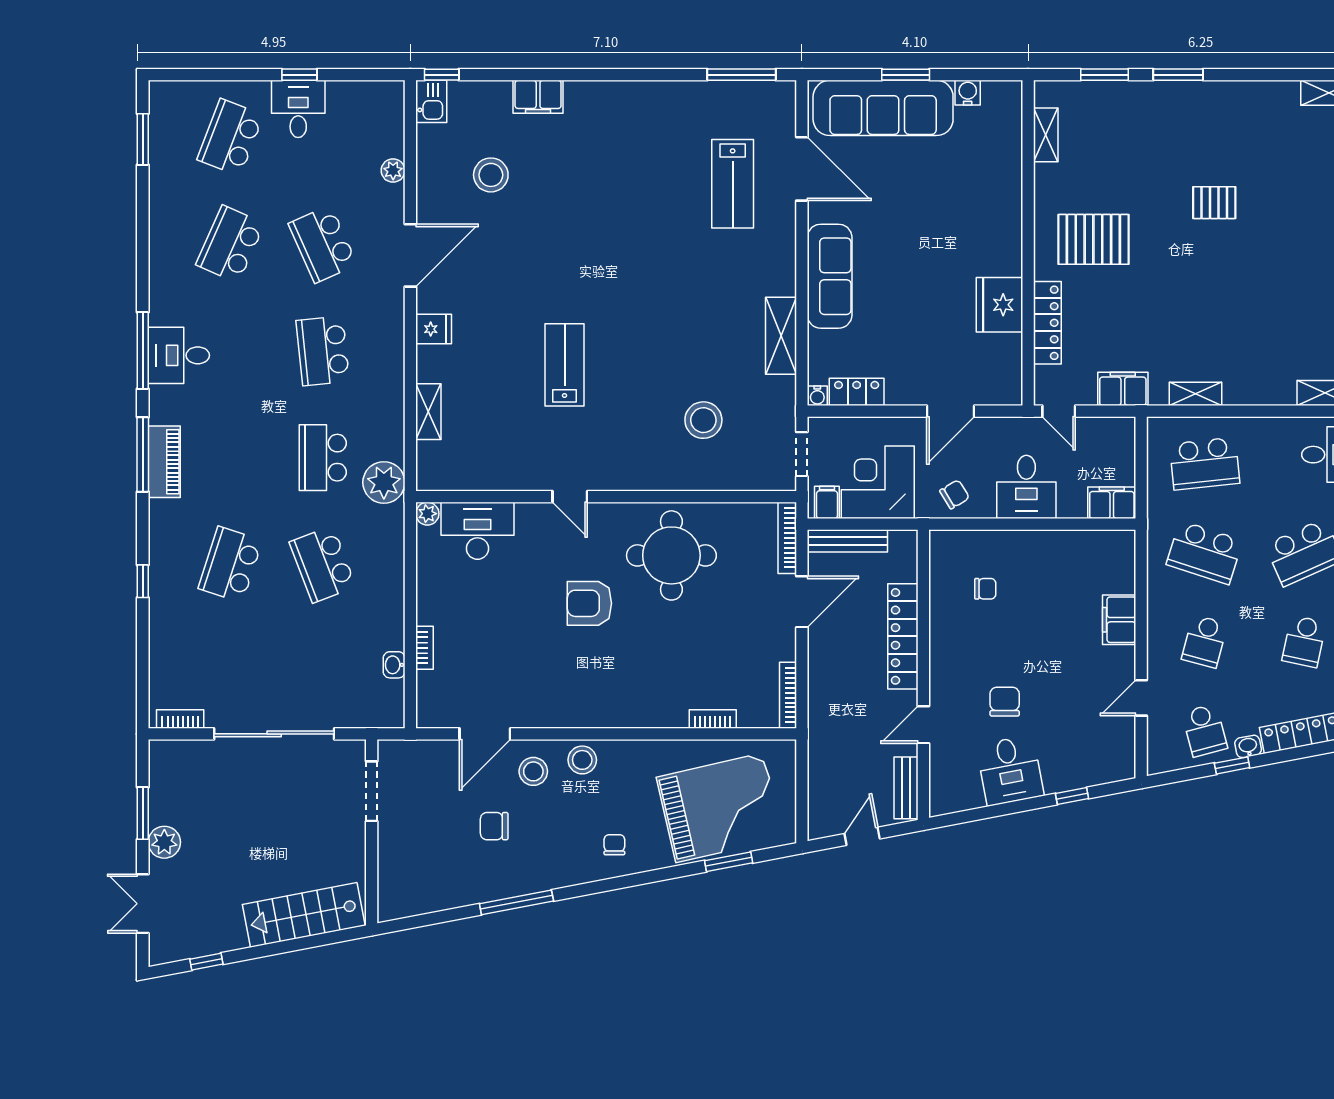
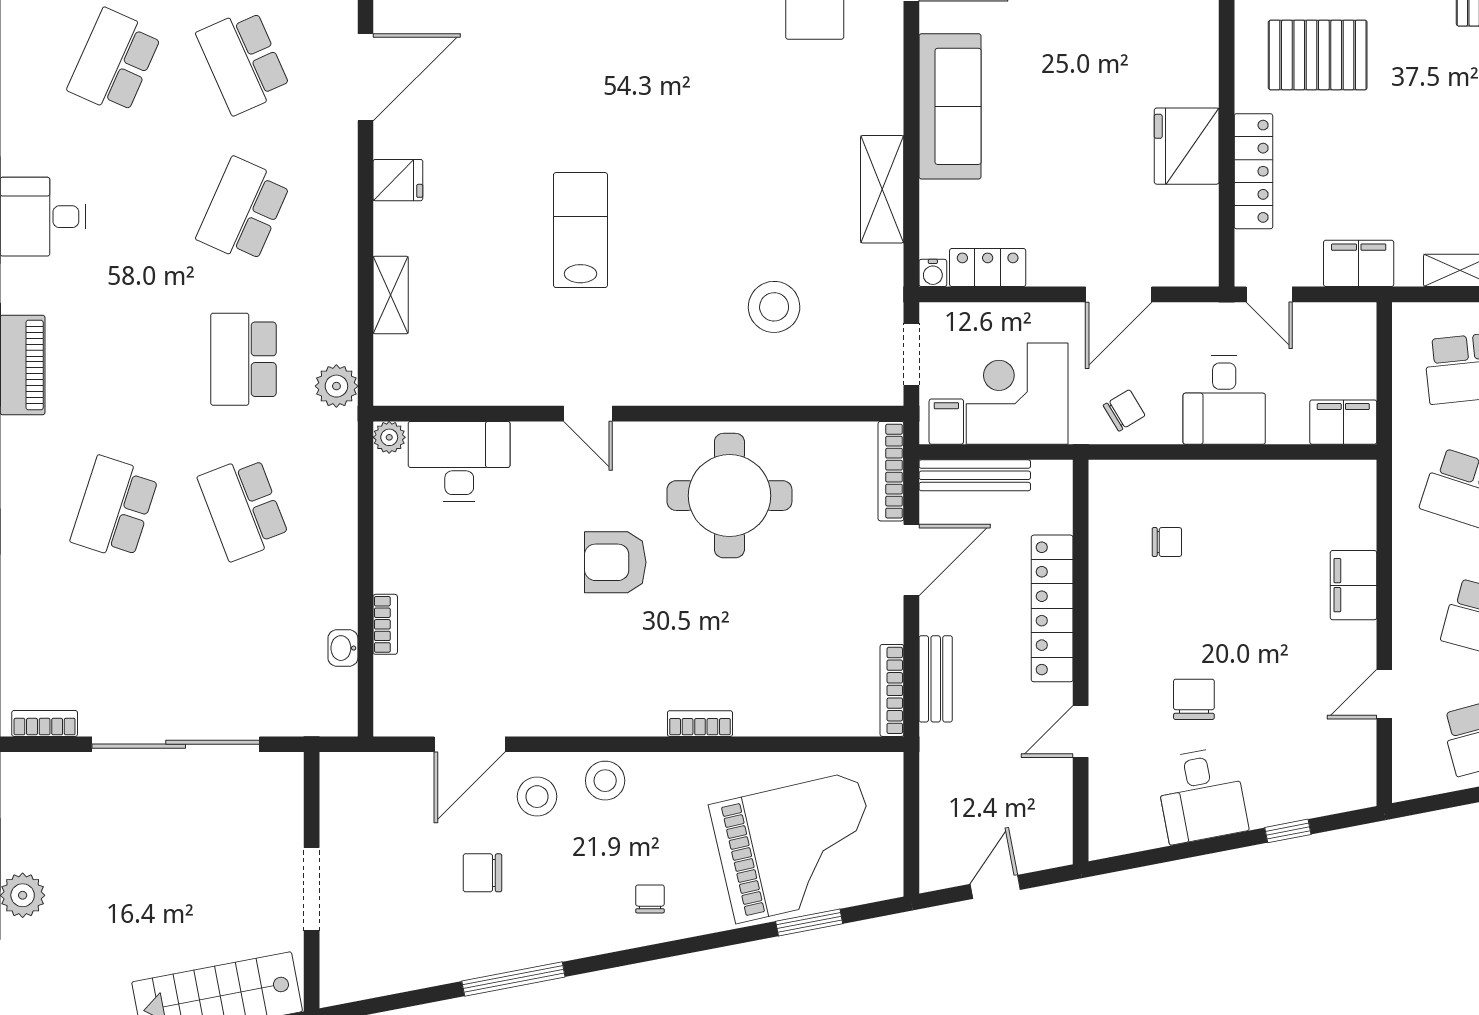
school desk: (323, 351) -> (243, 210), turned 30
plant: (384, 482) -> (336, 386), width x0.73, depth x0.73
bookcase: (713, 719) -> (700, 724), moved
bench: (906, 788) -> (936, 679), moved
doorway: (372, 791) -> (312, 889), moved

